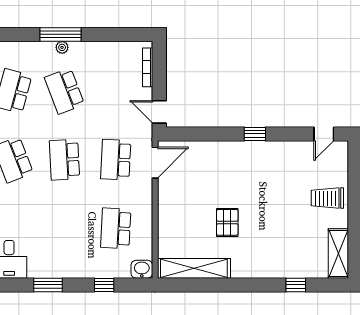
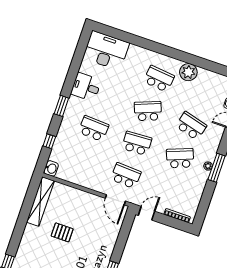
school desk: (116, 228) -> (94, 129), moved

